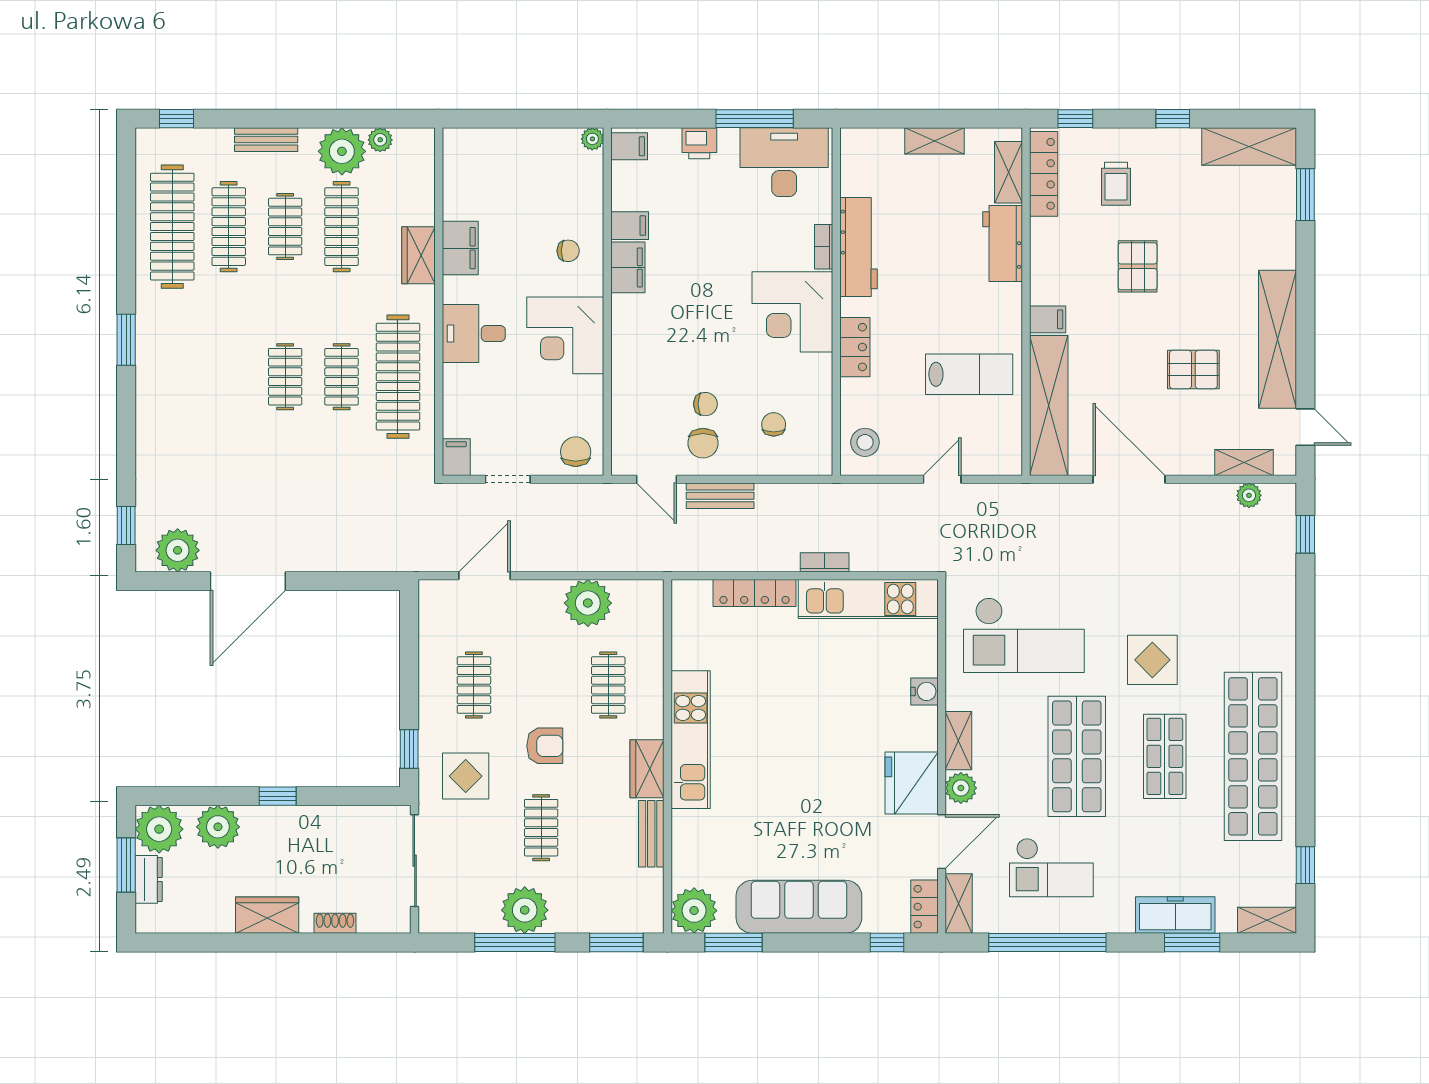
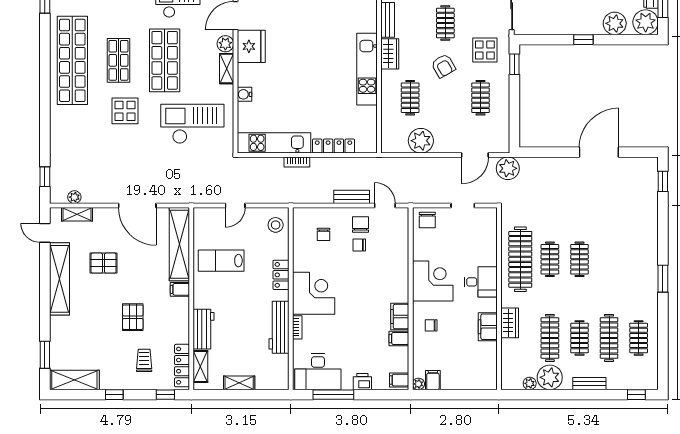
clothes rail: (172, 227) -> (639, 338), width x0.54, depth x0.76
filing cabinet: (456, 457) -> (433, 380), moved, turned 180
plant: (178, 550) -> (508, 168), moved
armchair: (545, 746) -> (443, 66), turned -120

